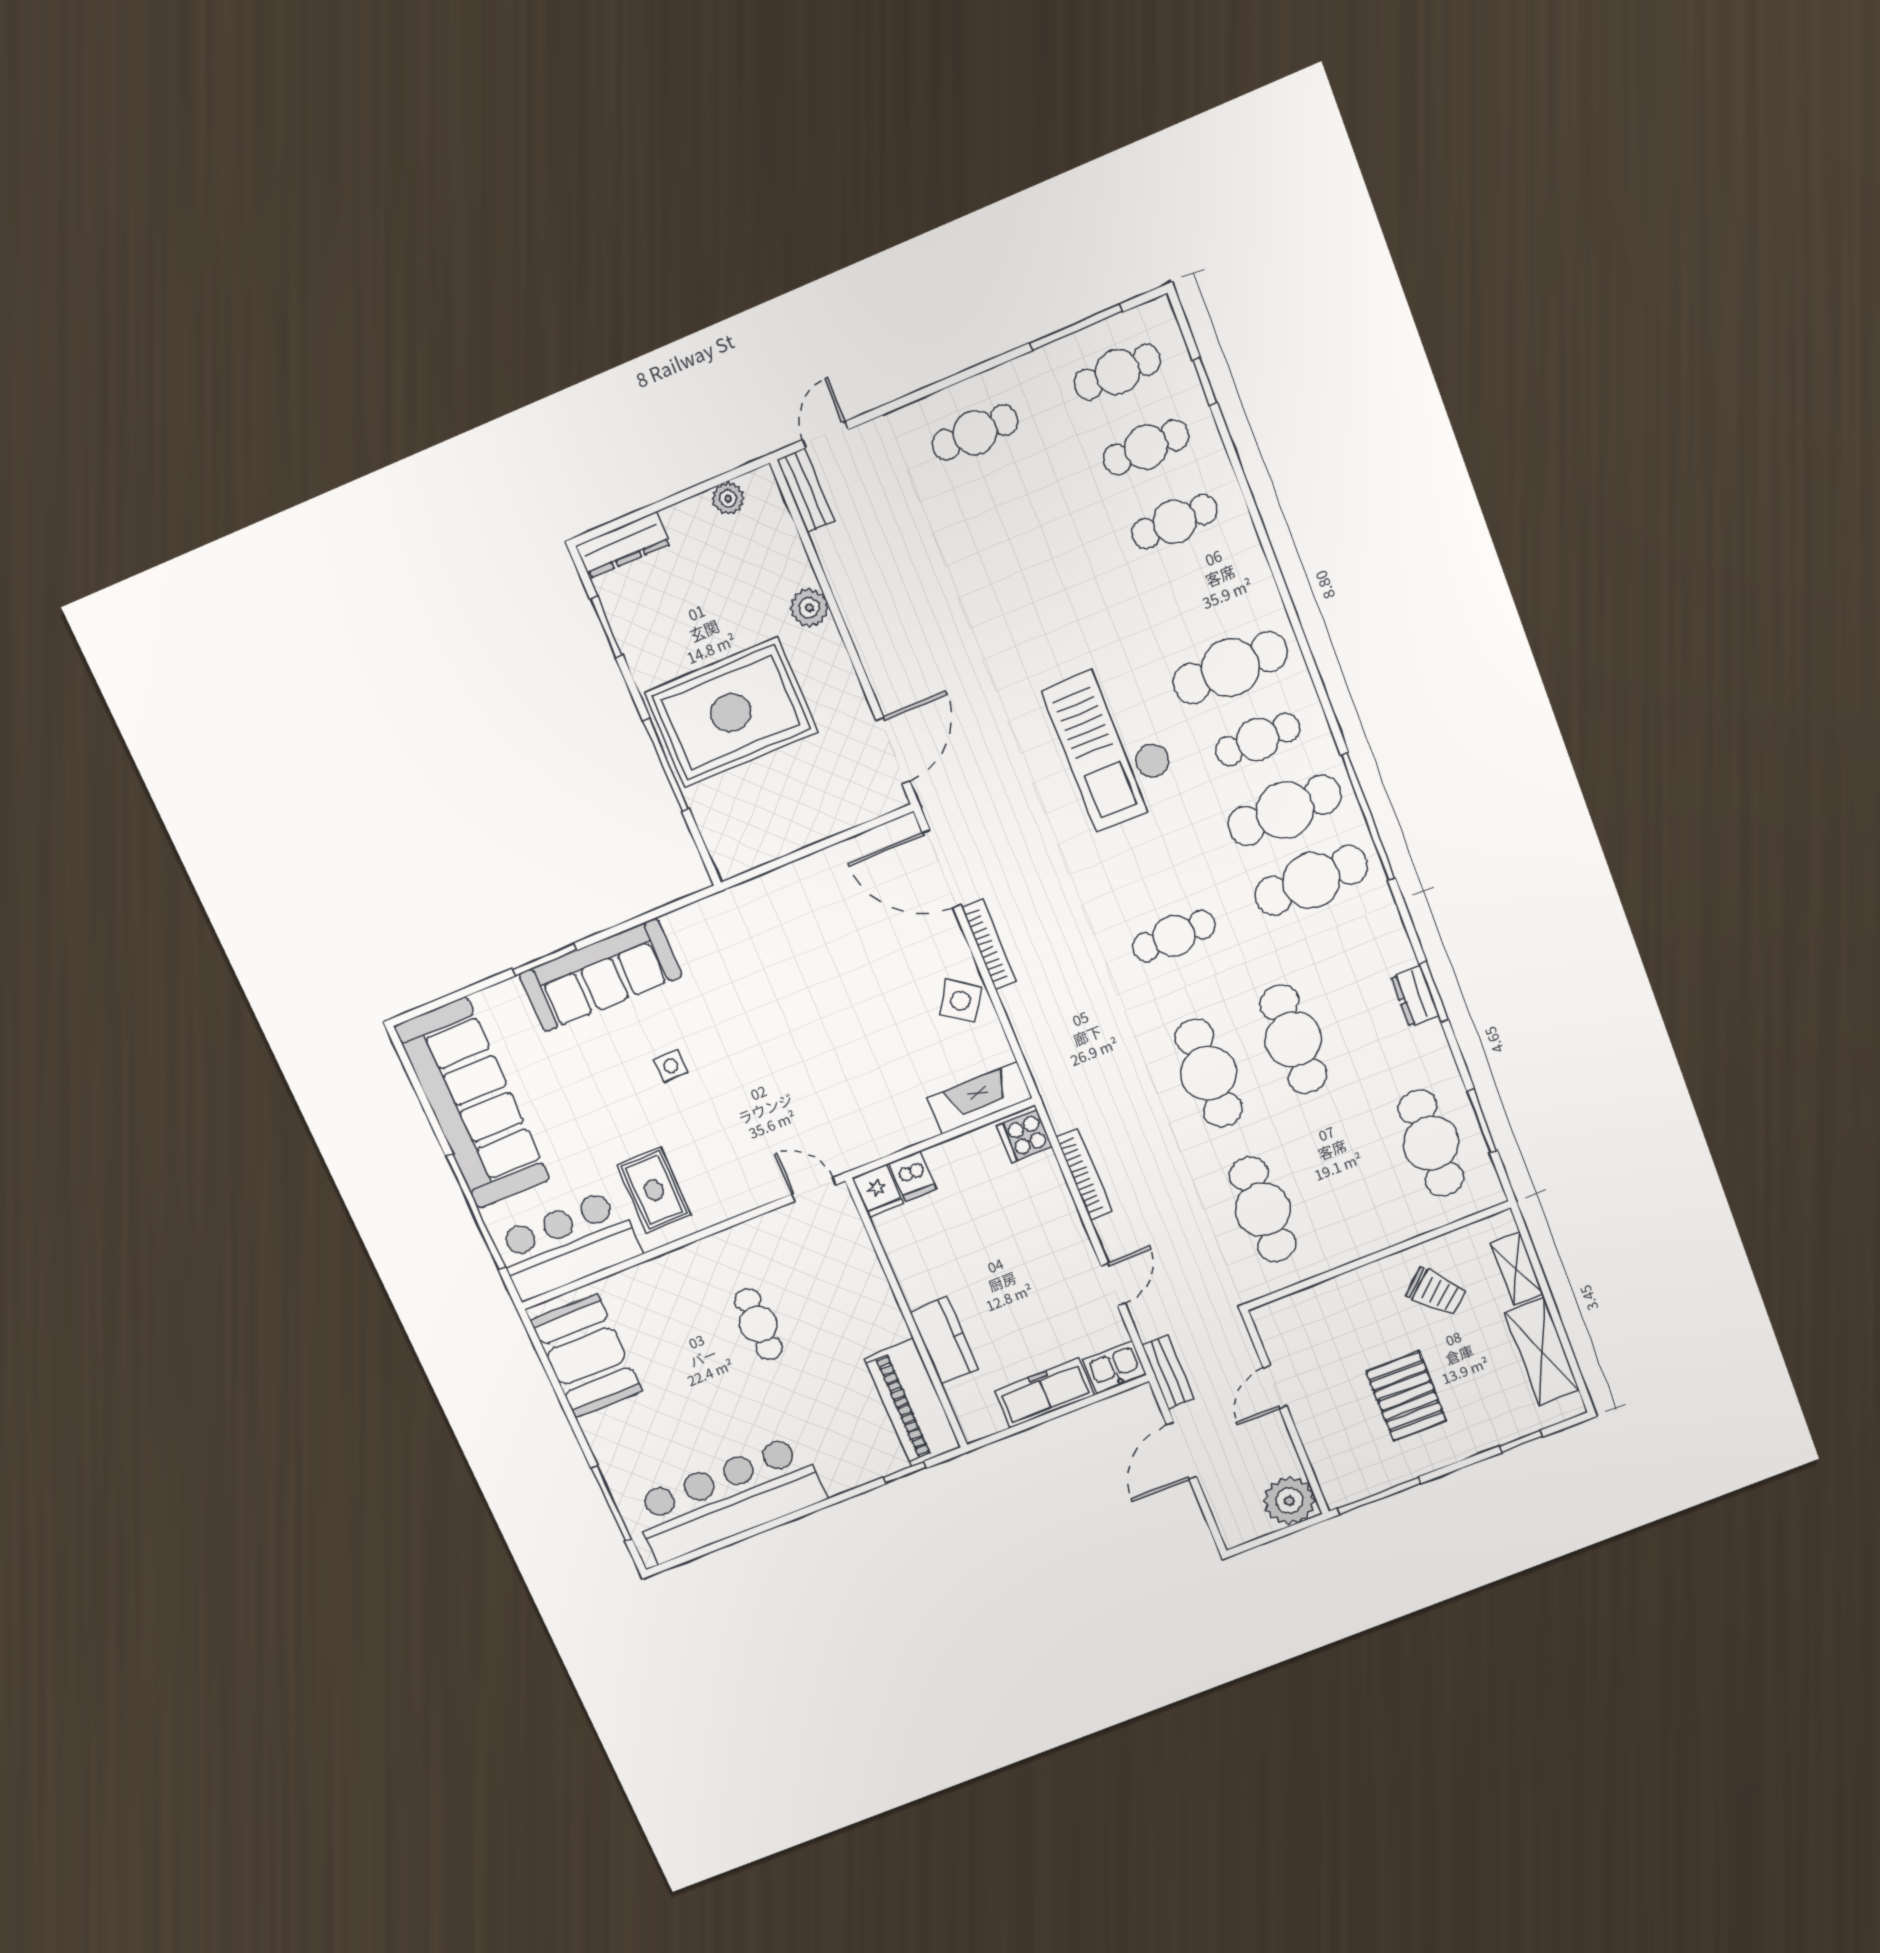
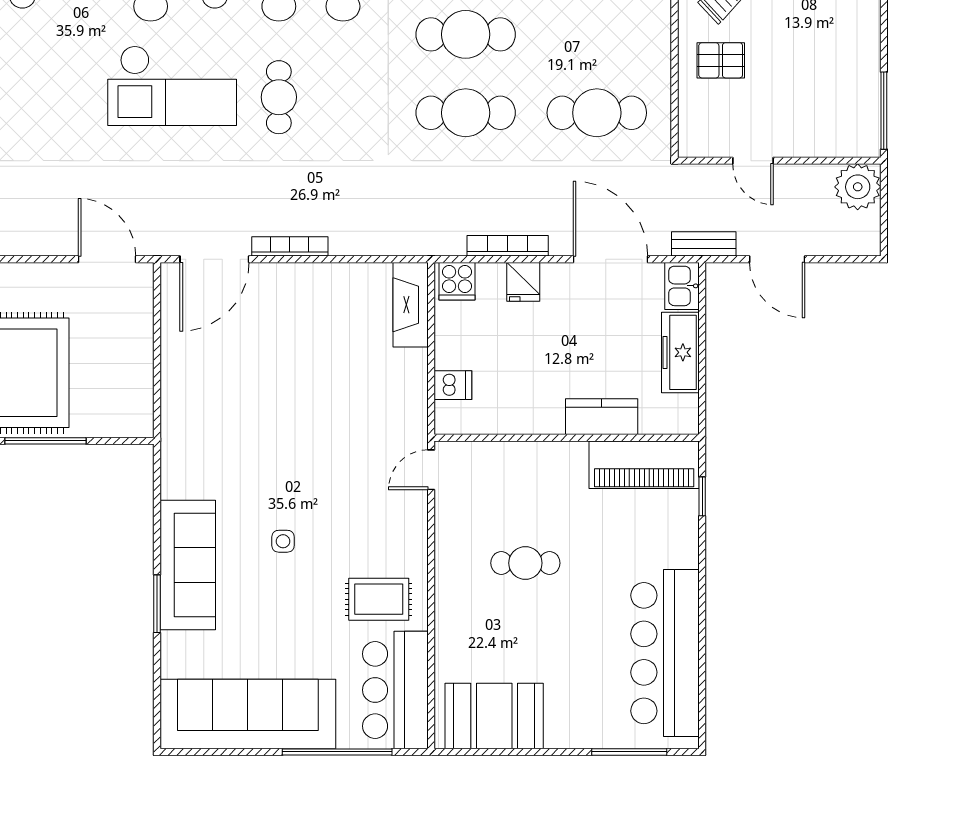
cafe table: (1174, 936) -> (279, 97), moved
side table: (960, 1001) -> (325, 288), removed
fridge: (878, 1191) -> (523, 282), moved, turned 90
door: (1113, 1285) -> (610, 259), width x1.88
pallet: (1406, 1396) -> (721, 60), moved, width x0.67, depth x0.71

